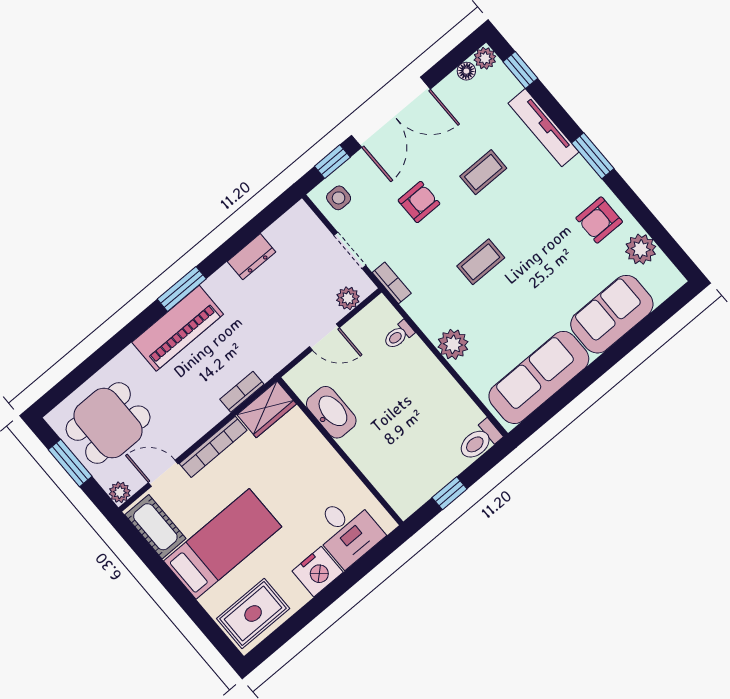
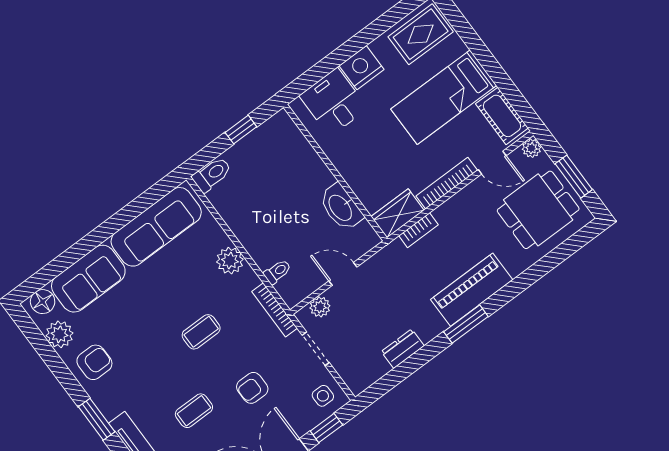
bookcase: (392, 283) -> (275, 310), width x1.56
floor lamp: (662, 285) -> (43, 302), added

